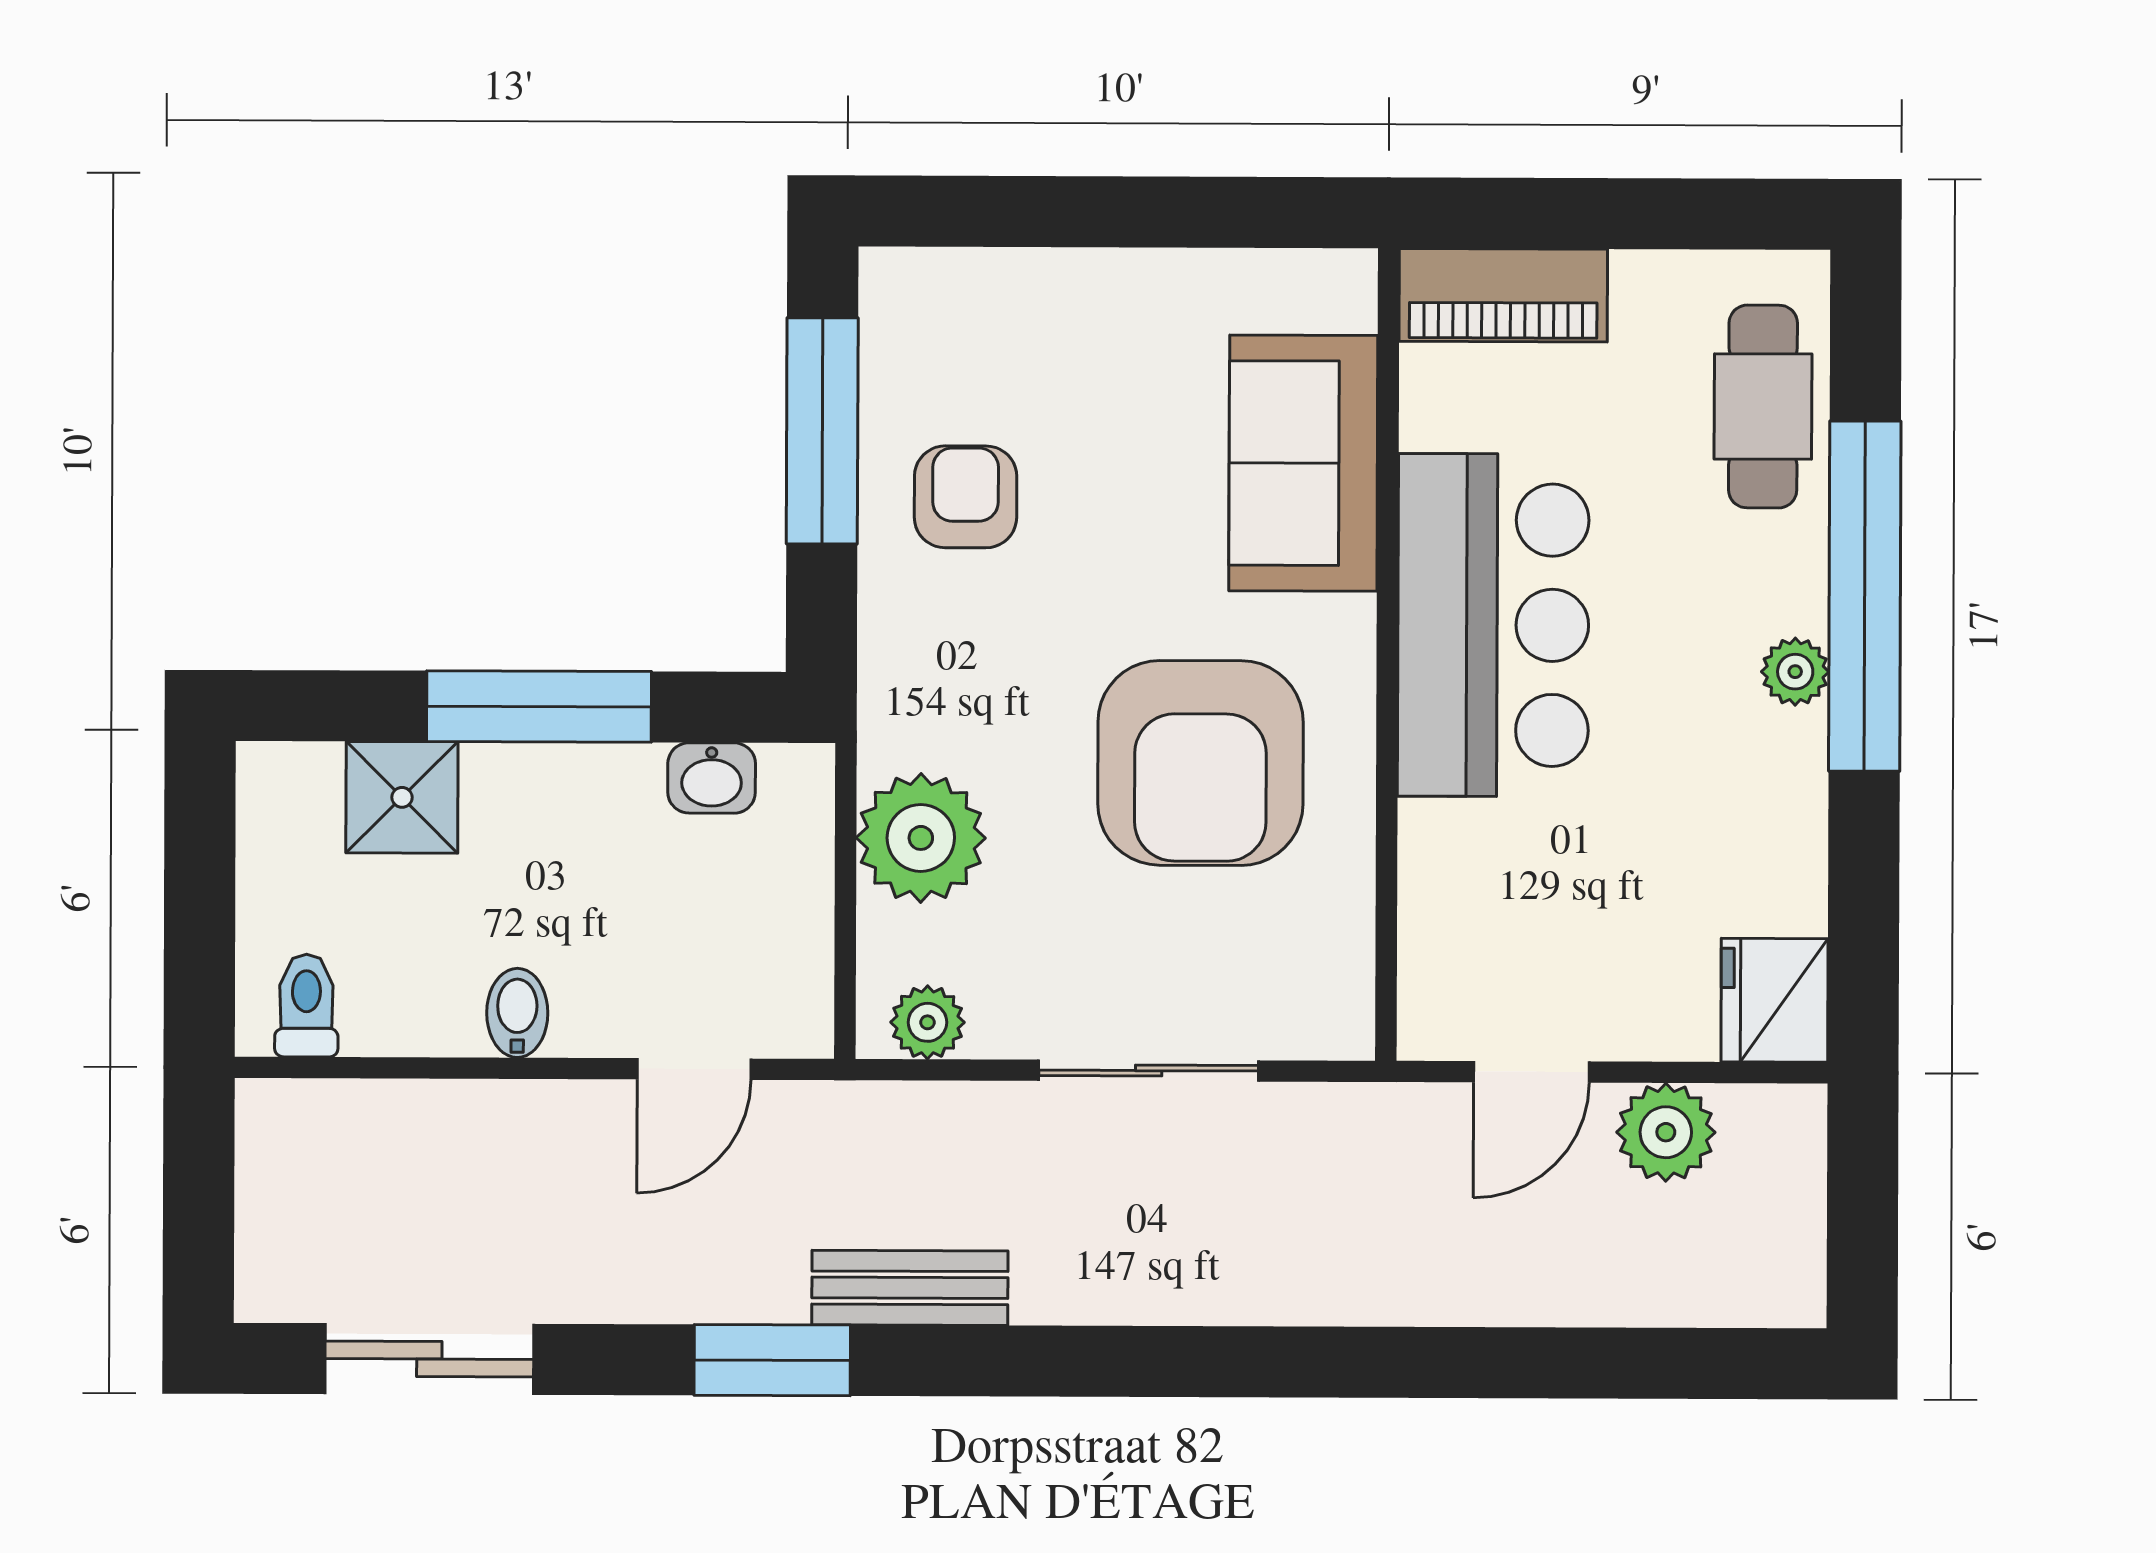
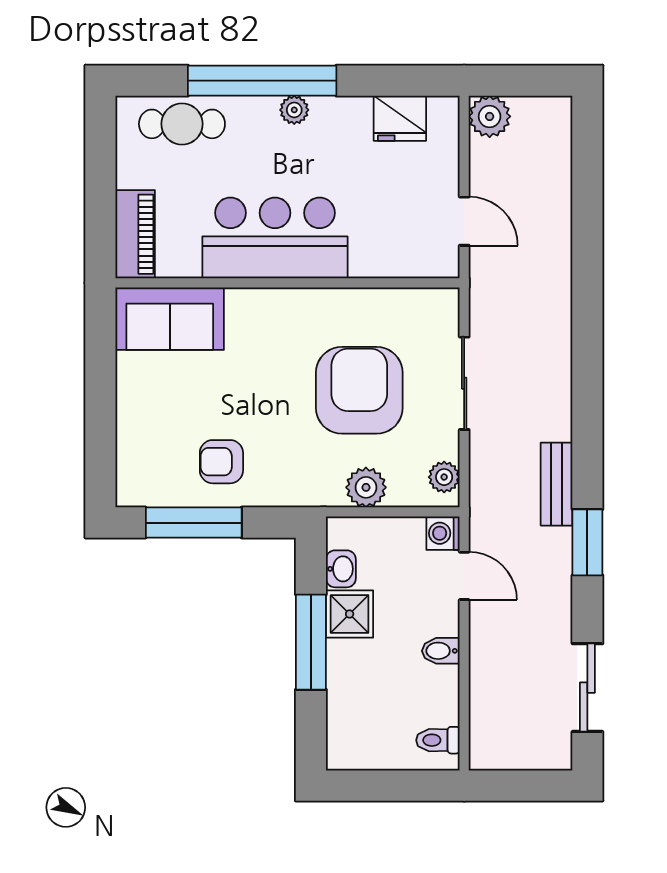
sofa: (1303, 463) -> (170, 319), moved
armchair: (1200, 763) -> (359, 390), moved, turned -90
shower: (402, 797) -> (350, 614), moved
plant: (921, 838) -> (366, 487), width x0.73, depth x0.73
fridge: (1775, 1000) -> (400, 118), moved
washing machine: (795, 1019) -> (443, 533), added
plant: (1666, 1132) -> (490, 116), moved

